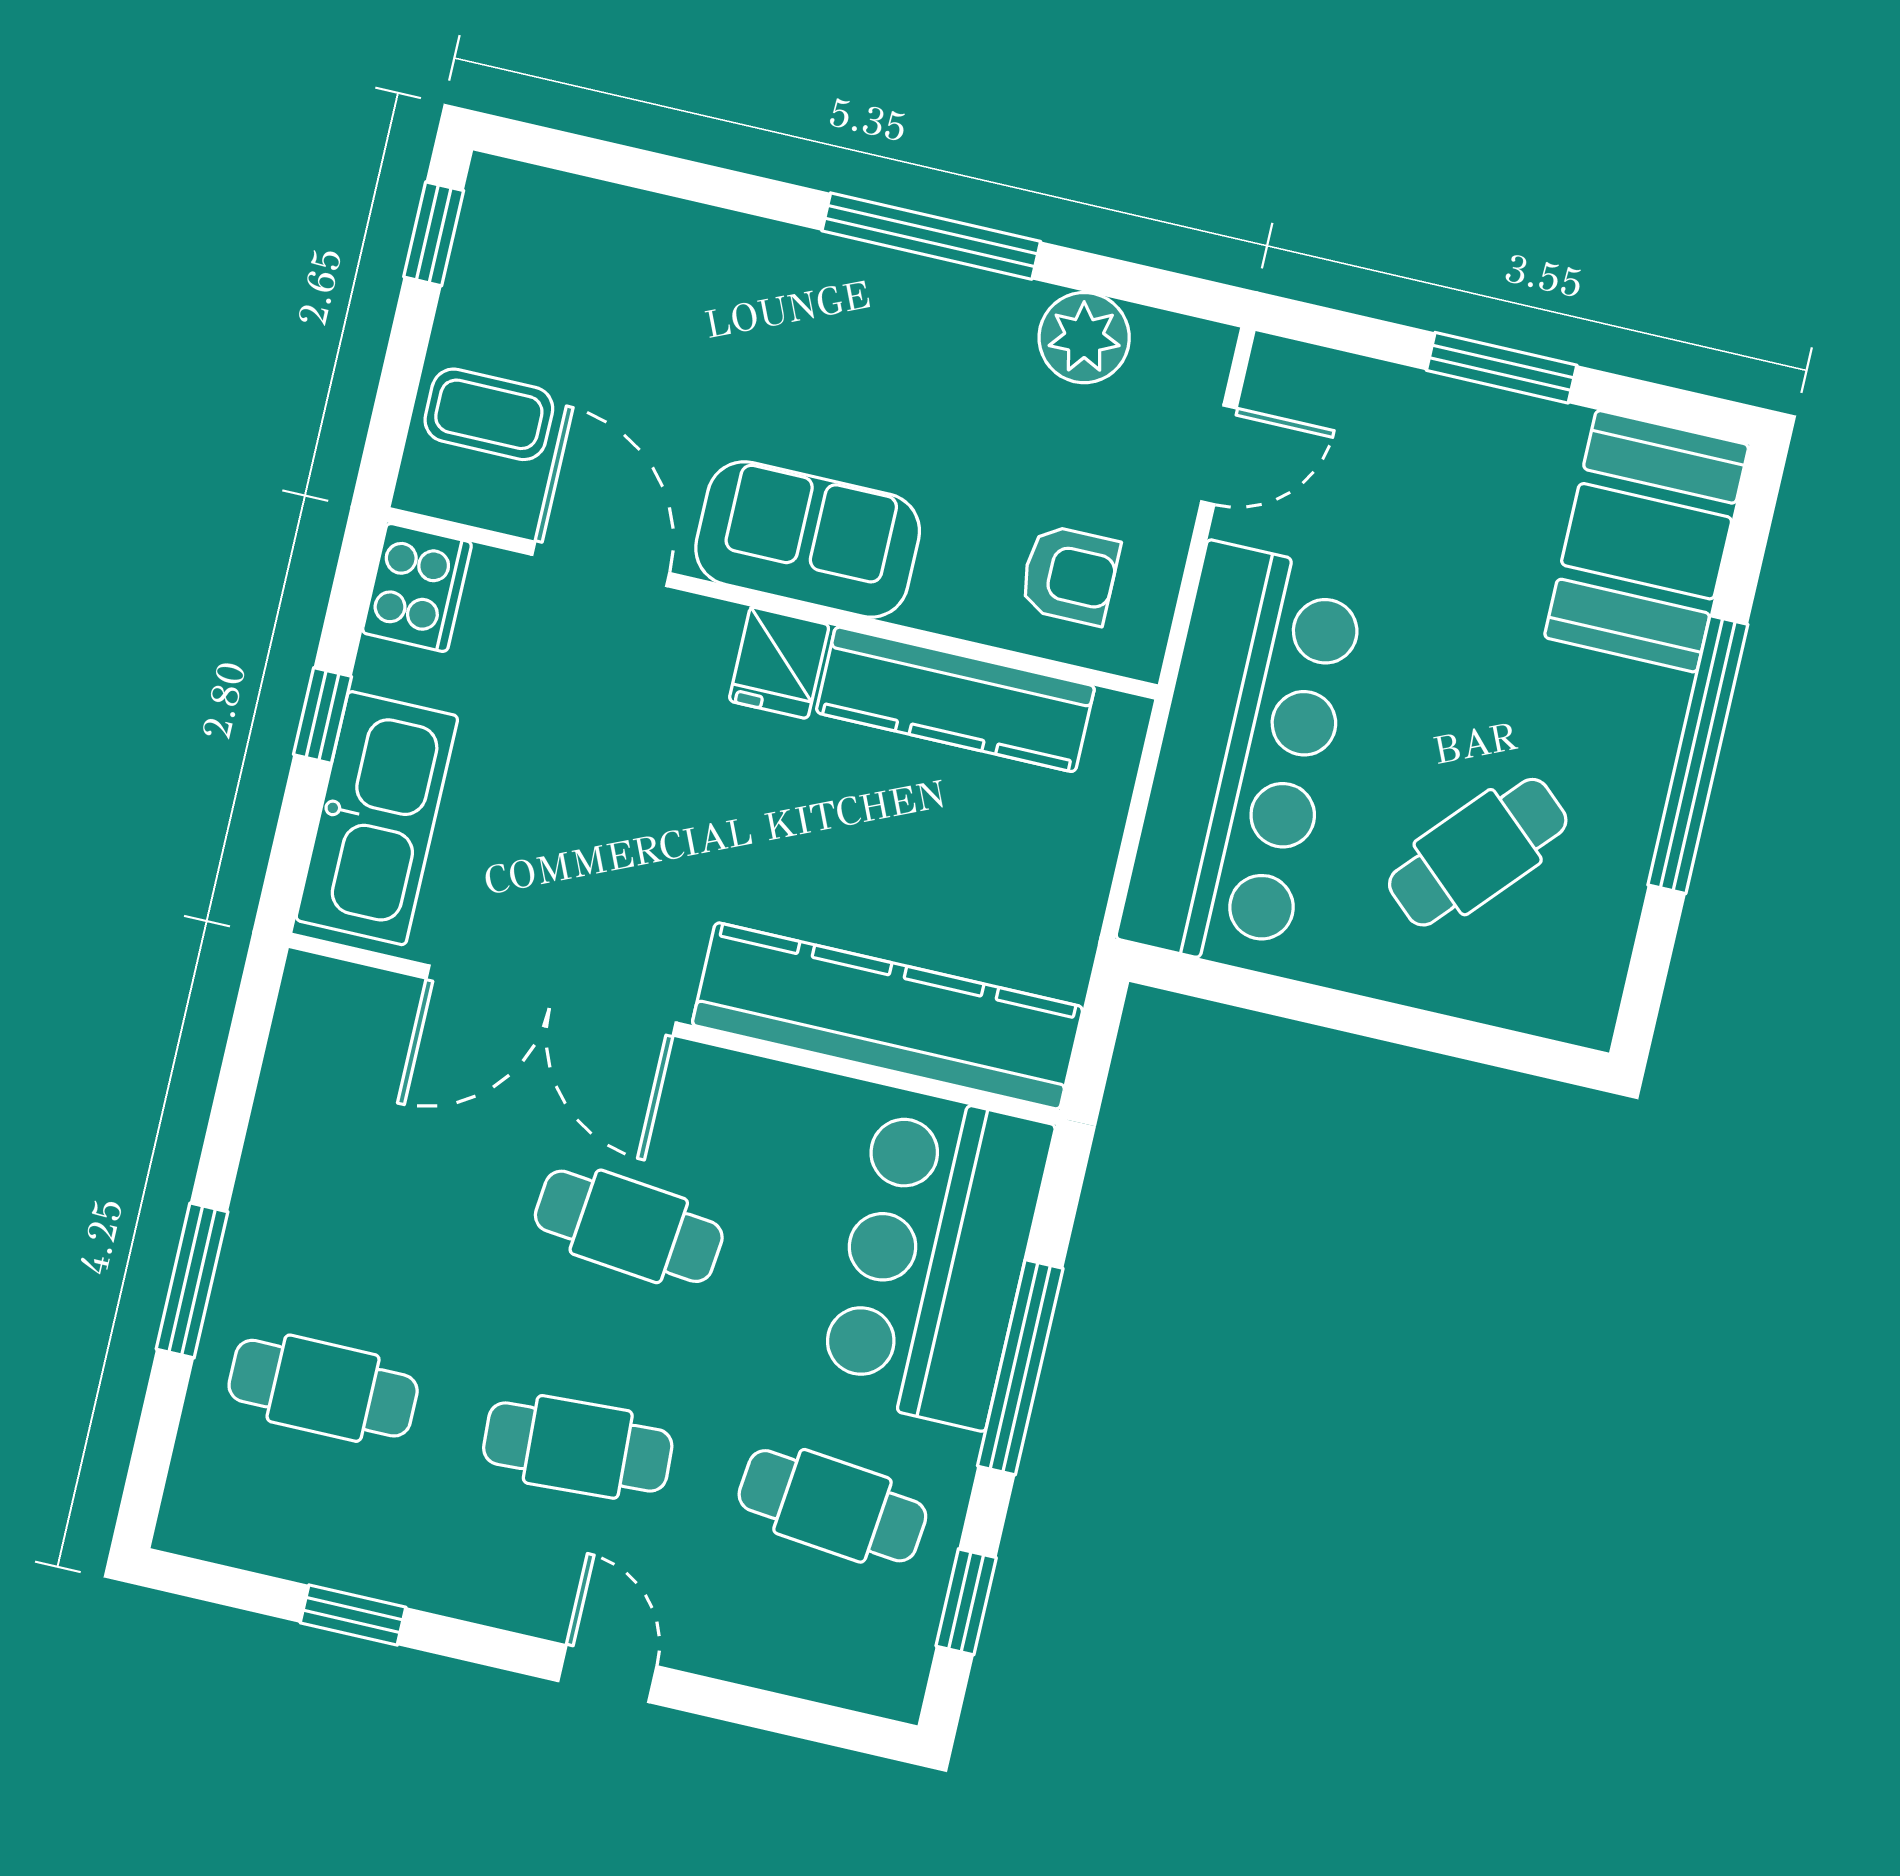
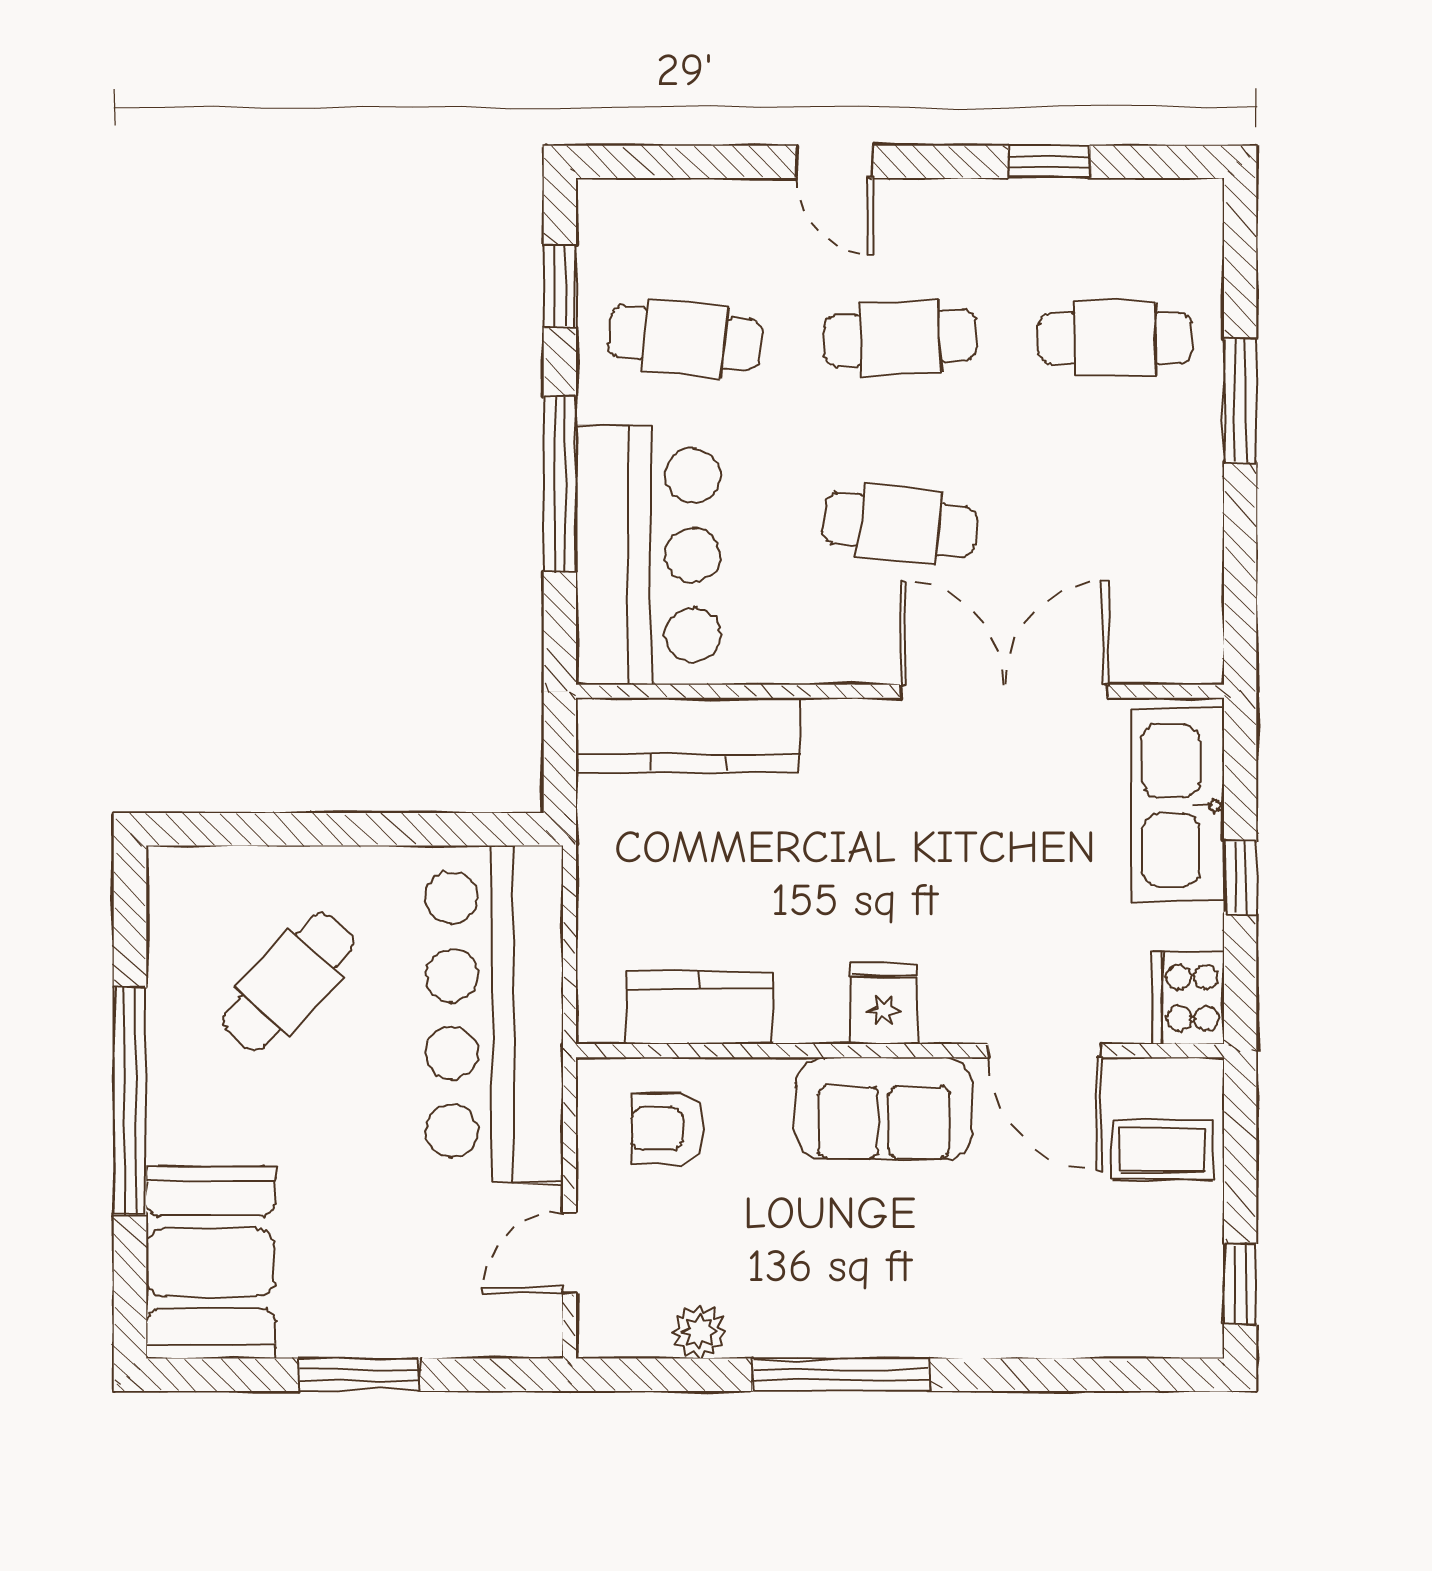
plant: (1084, 338) -> (699, 1332), width x0.73, depth x0.73
kitchen counter: (955, 699) -> (699, 1008), width x0.67
kitchen counter: (888, 1016) -> (688, 735), width x0.72, depth x0.86

